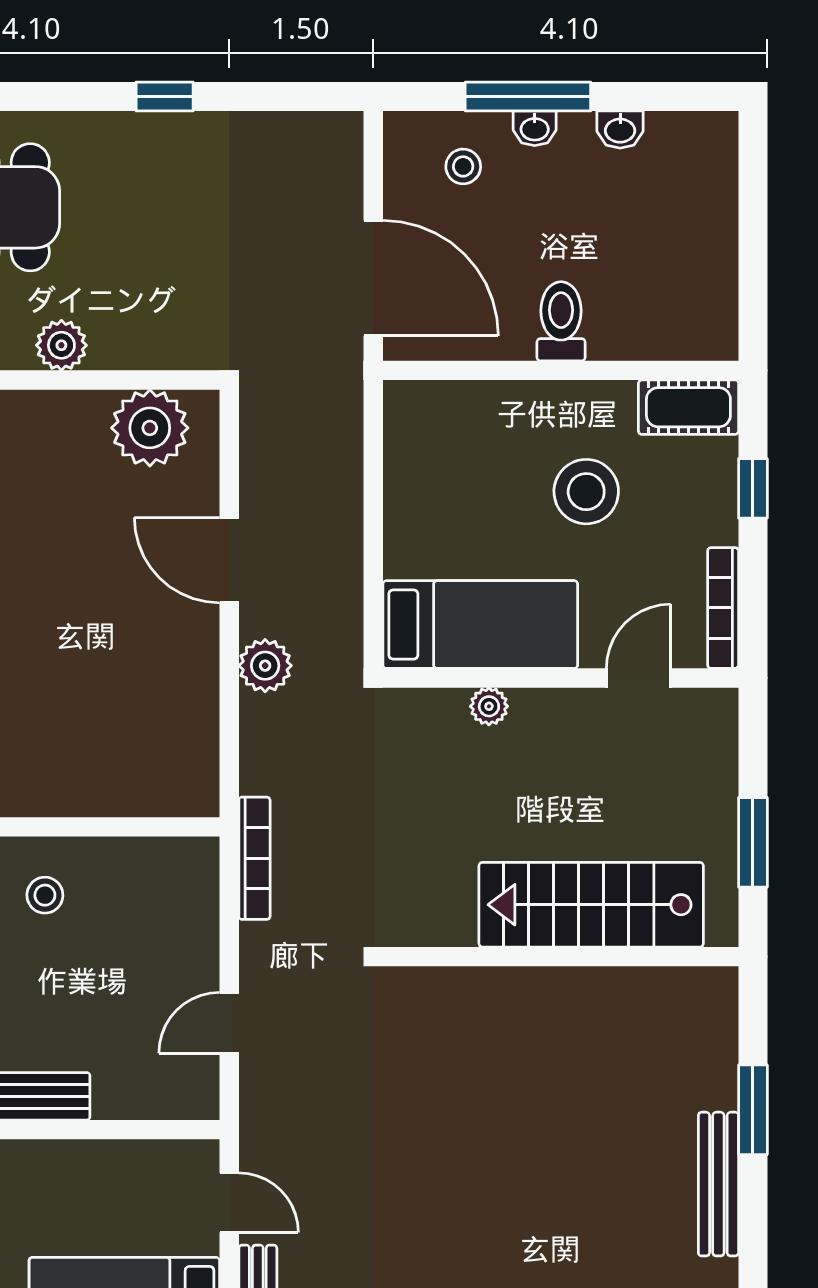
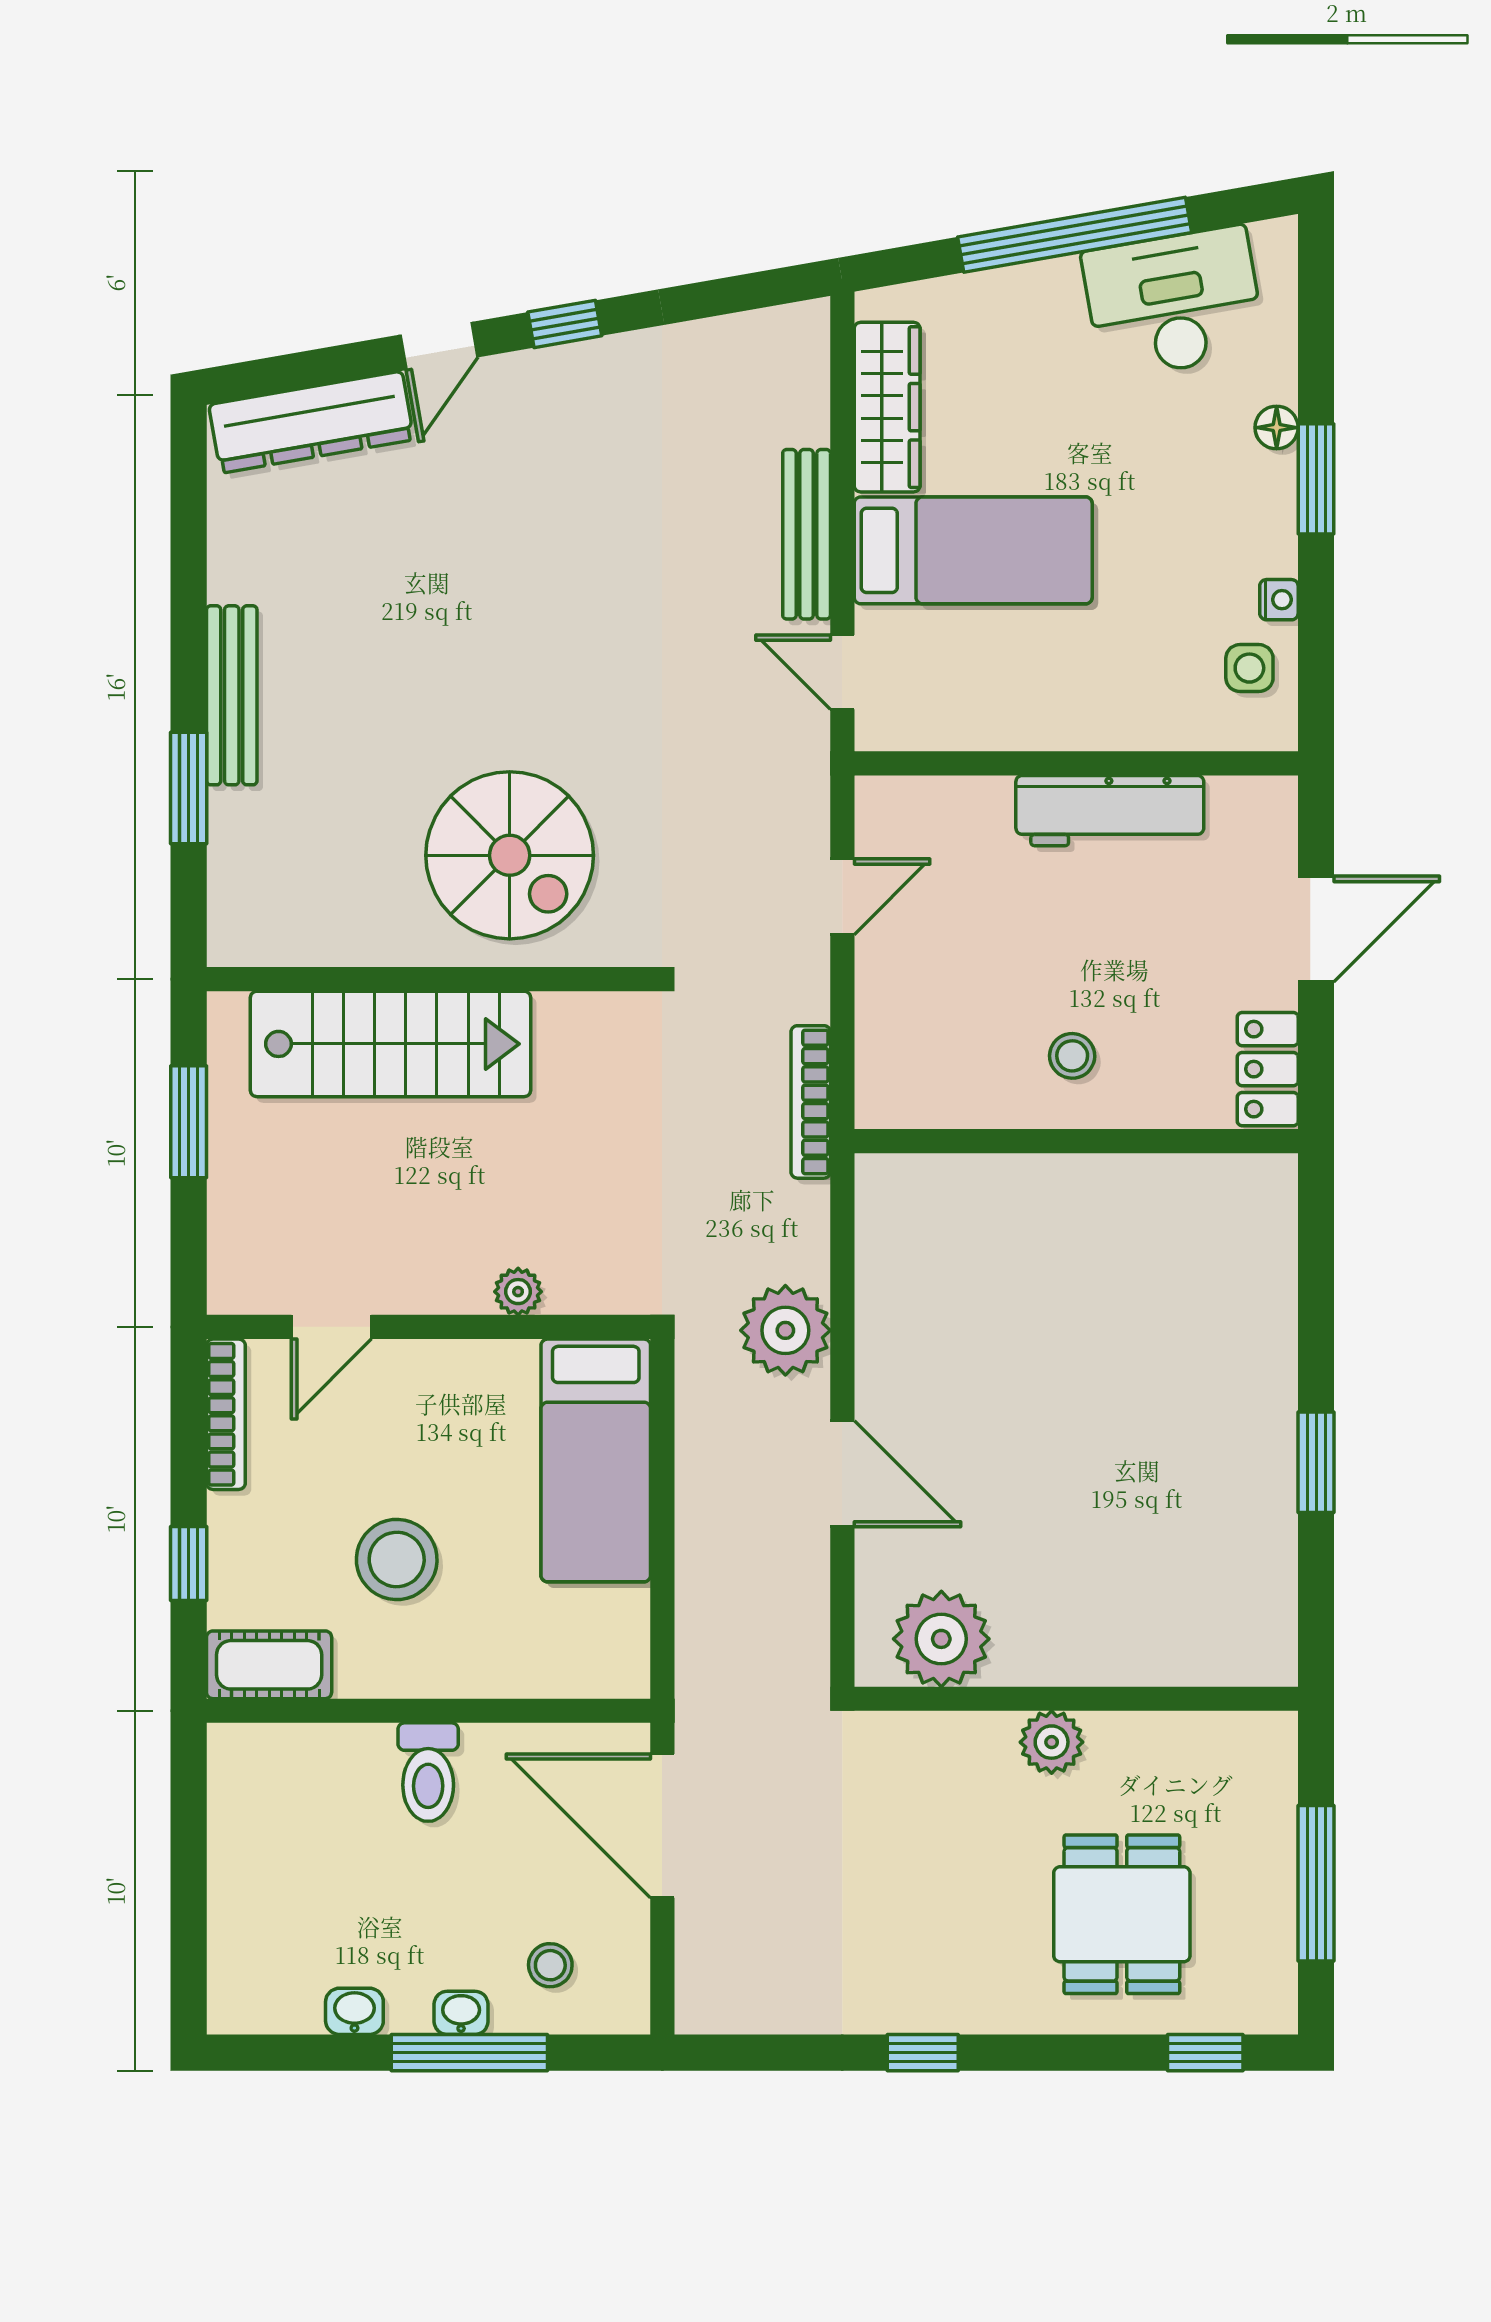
bed: (480, 625) -> (596, 1460), moved, turned -90
plant: (265, 666) -> (785, 1330), width x1.36, depth x1.36
spiral stairs: (496, 1056) -> (510, 855), added

